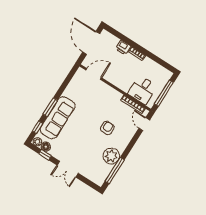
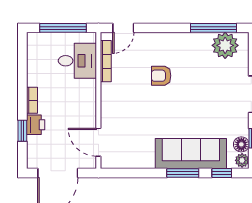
window: (124, 39) -> (22, 131), added
plant: (111, 156) -> (225, 45), moved

